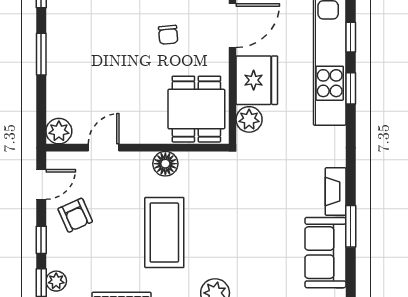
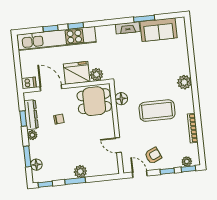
plant: (59, 131) -> (80, 172), moved
floor lamp: (165, 164) -> (121, 99), moved

